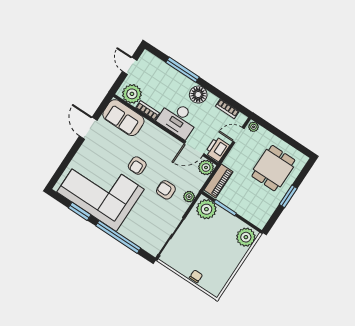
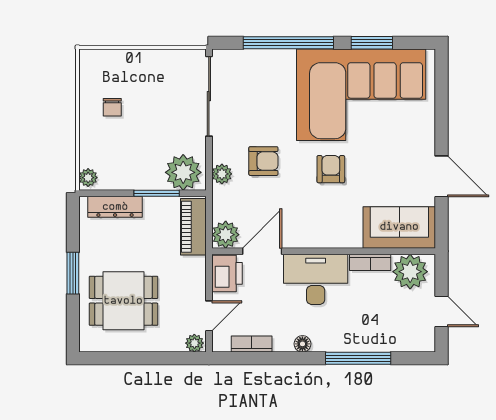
floor lamp: (198, 95) -> (302, 344), width x0.53, depth x0.53
dining table: (273, 168) -> (123, 301), turned 90
dresser: (248, 214) -> (115, 207), added
plant: (246, 237) -> (88, 178), width x0.53, depth x0.53
chair: (196, 276) -> (112, 107), moved

